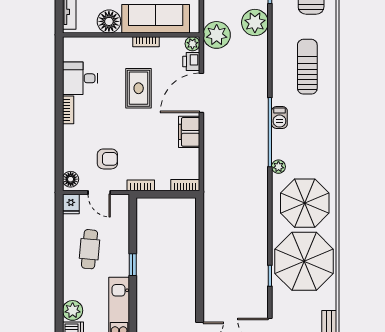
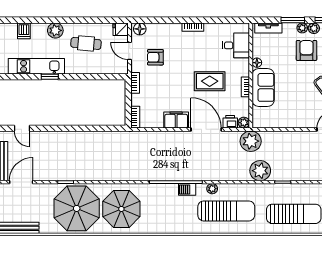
sofa: (156, 19) -> (263, 87), width x0.73
floor lamp: (109, 21) -> (257, 63), width x0.53, depth x0.53
sun lounger: (307, 67) -> (226, 211), width x1.36, depth x1.34
desk: (80, 78) -> (236, 45), moved, turned 90
armchair: (107, 159) -> (155, 57), turned 90
plant: (278, 167) -> (212, 189), moved
door: (99, 192) -> (130, 51), hinge flipped
window: (133, 265) -> (50, 77), moved
plant: (73, 310) -> (55, 30), moved

